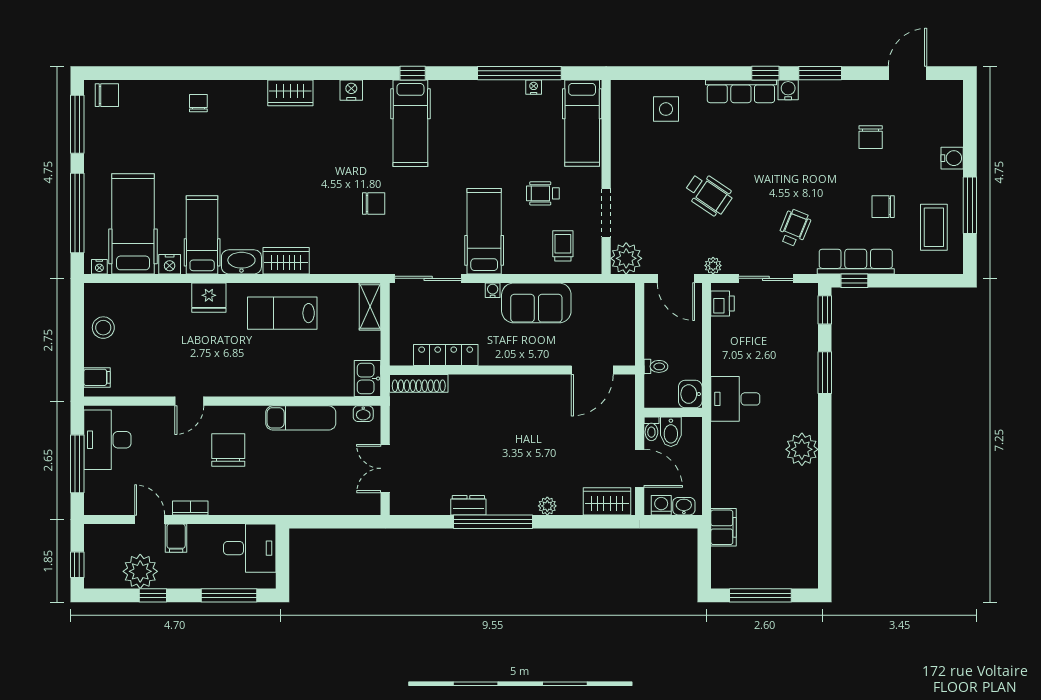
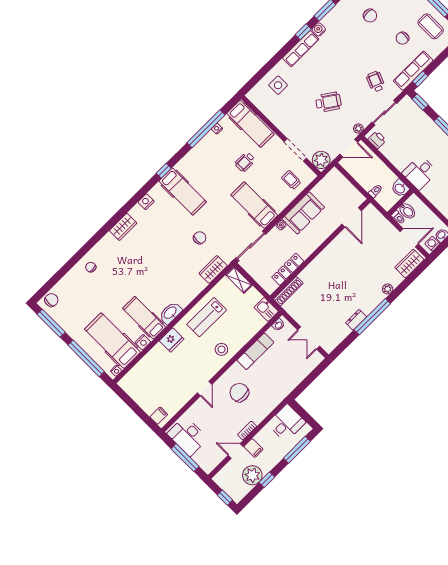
wheelchair: (543, 193) -> (245, 162), moved
wardrobe: (286, 261) -> (213, 269), moved
stool: (103, 328) -> (221, 349), moved

